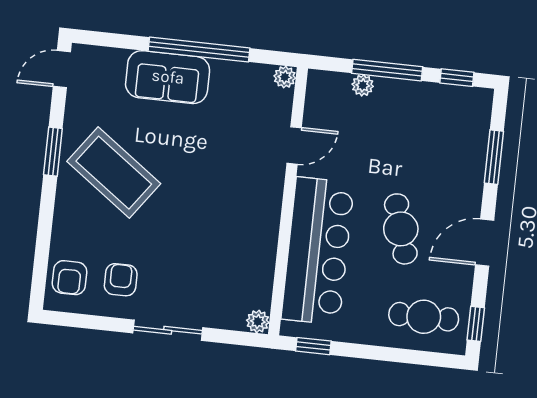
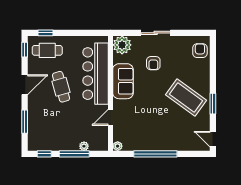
door: (62, 69) -> (213, 139), swing flipped
sofa: (168, 77) -> (123, 81), moved, turned 90
armchair: (121, 280) -> (153, 63), moved
plant: (258, 321) -> (122, 45), width x1.88, depth x1.88
window: (313, 346) -> (45, 33), moved

